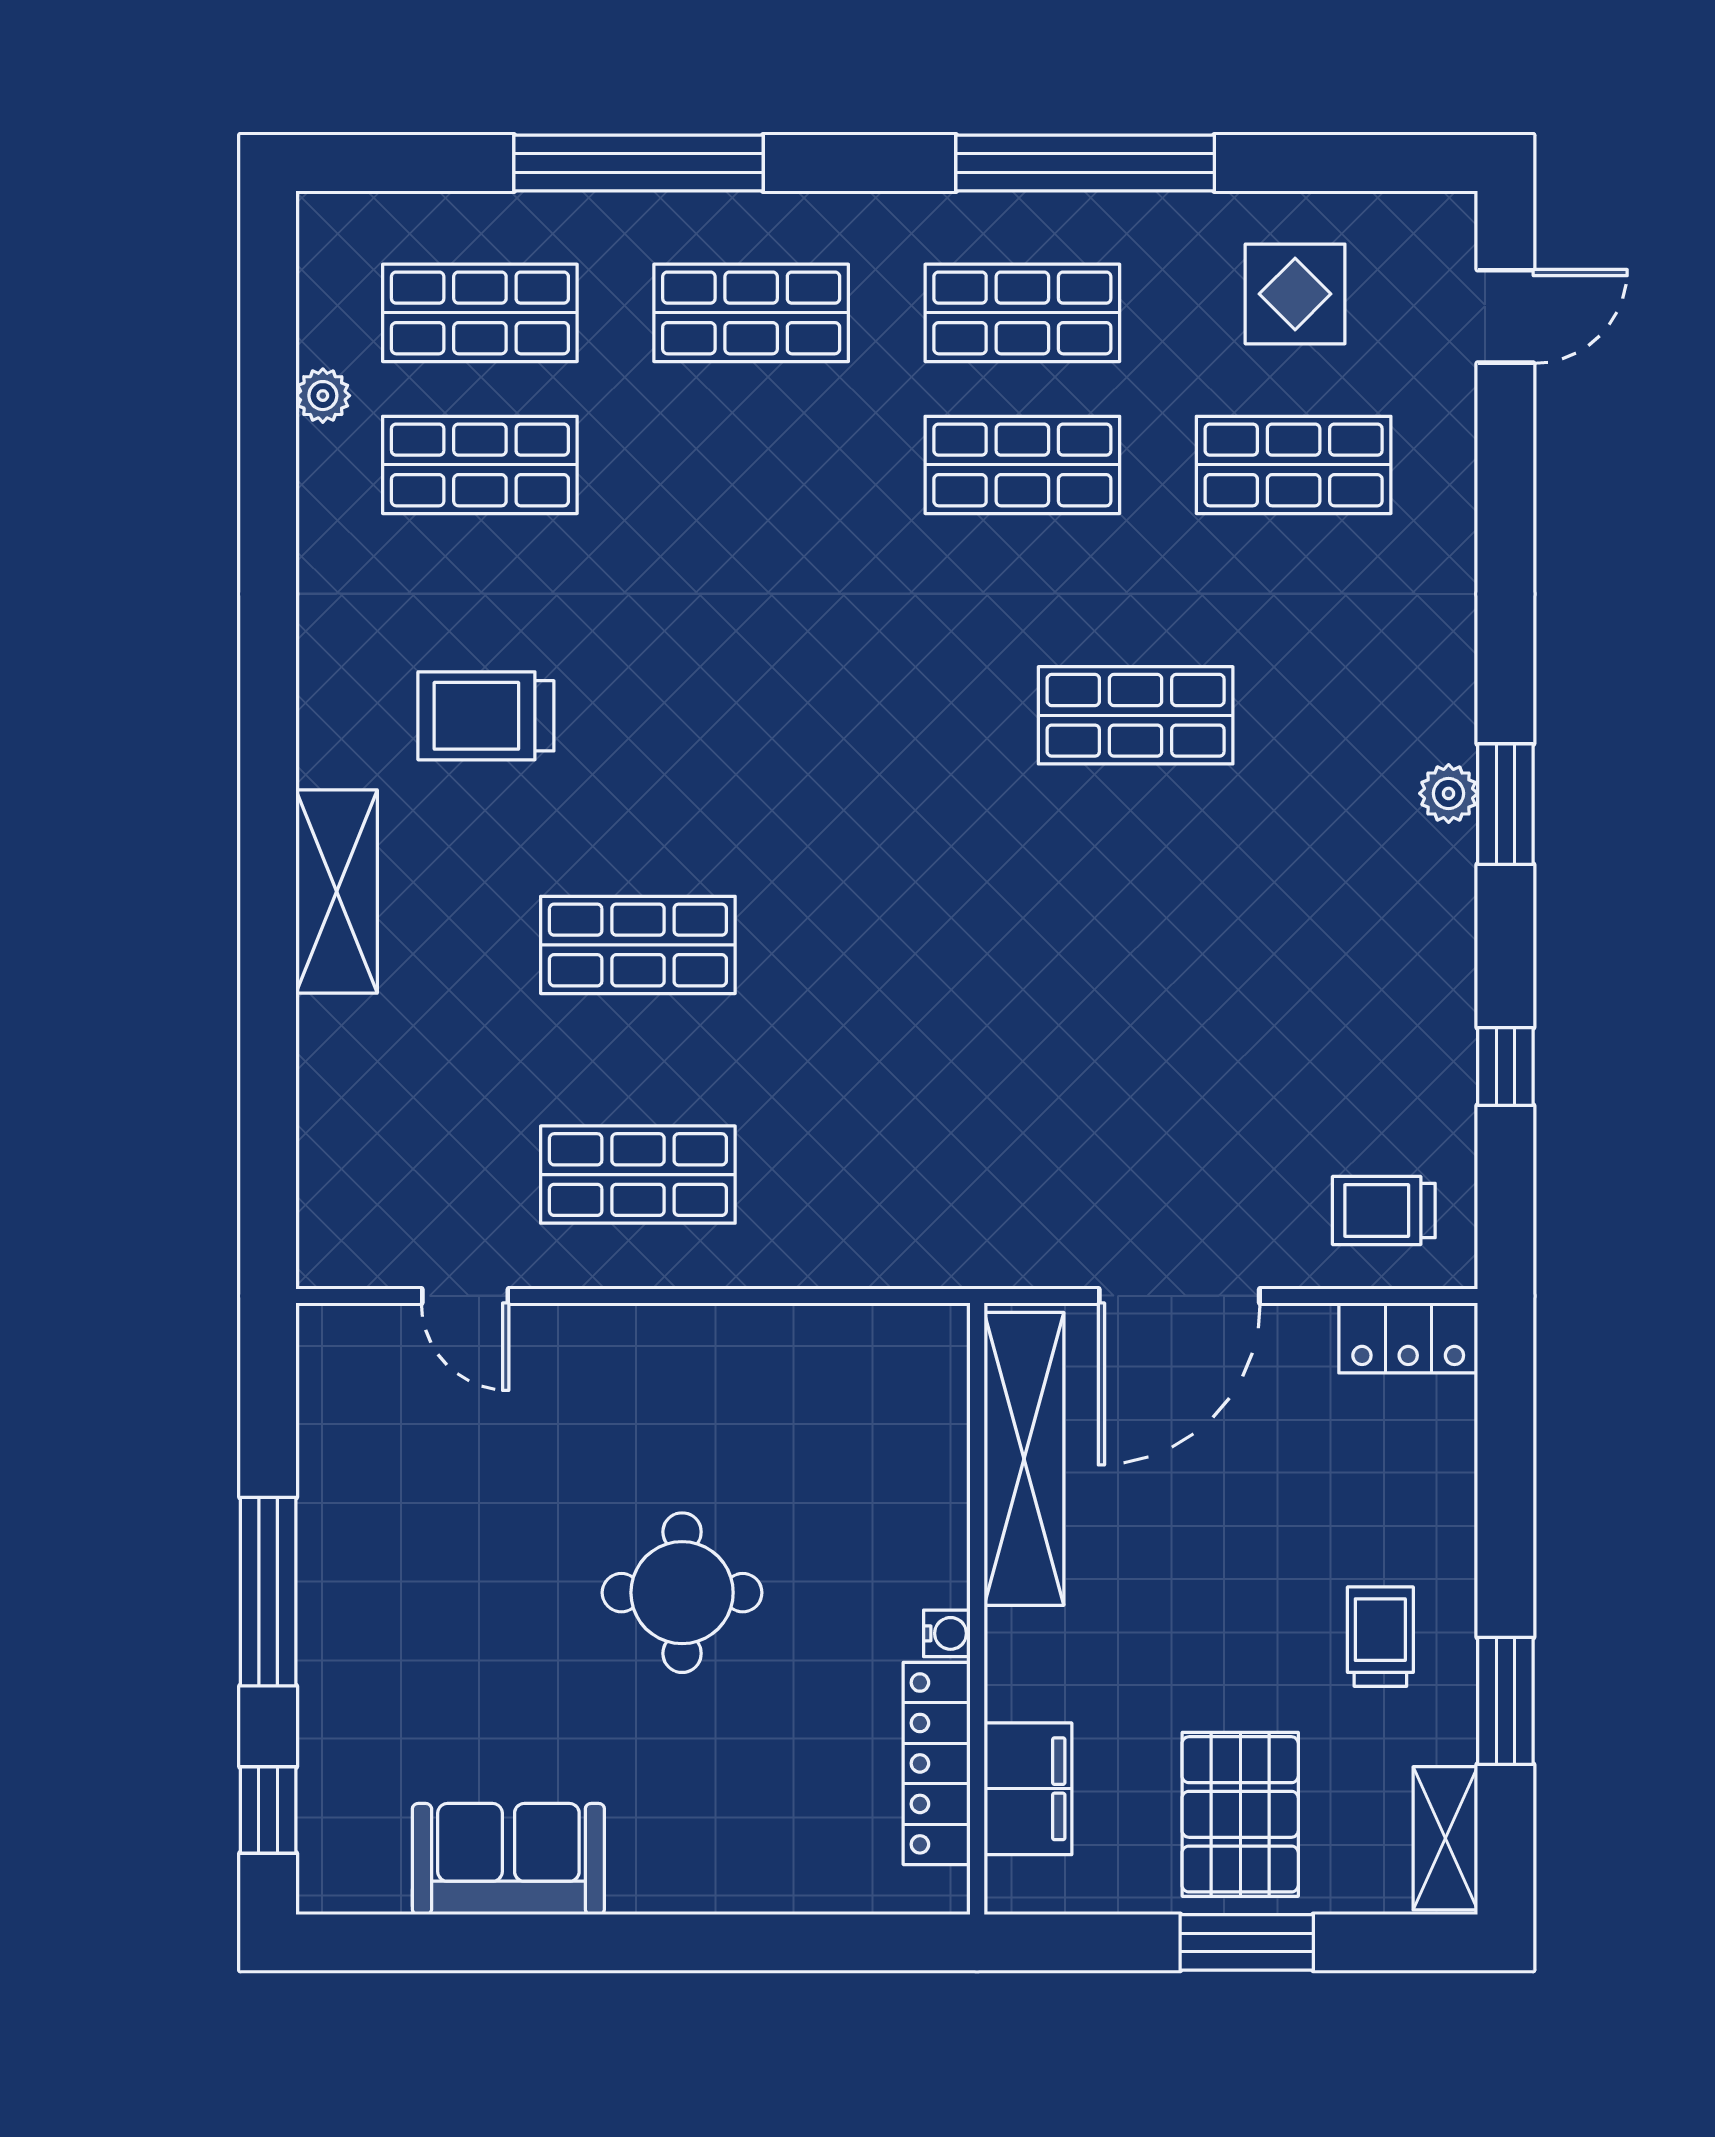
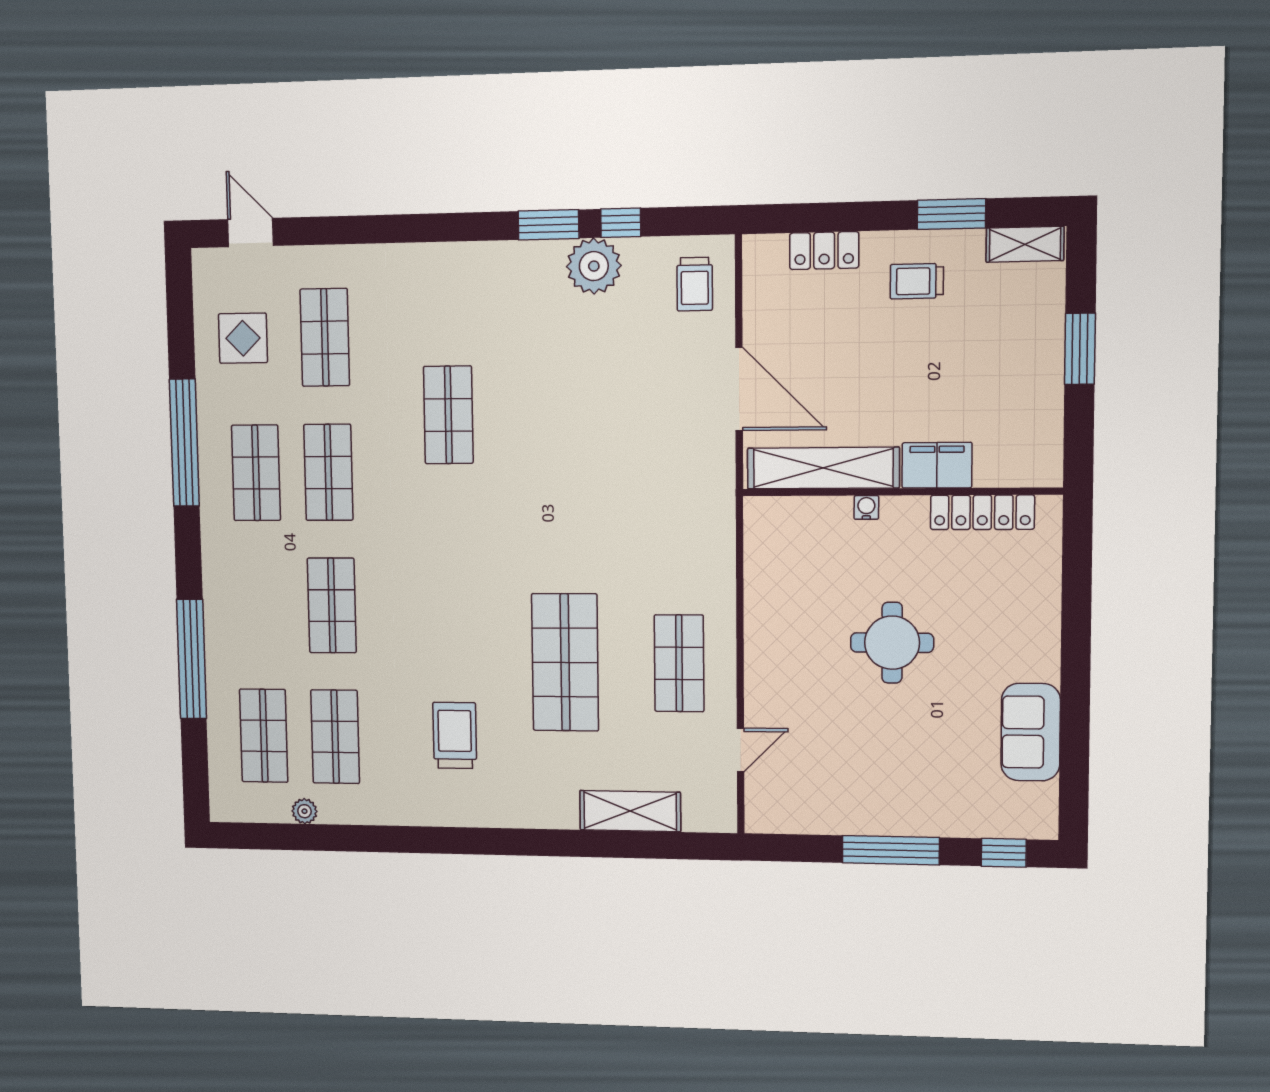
shop shelf: (751, 313) -> (332, 605), moved
trolley: (486, 716) -> (455, 735), turned 180
plant: (1449, 793) -> (594, 266), moved, width x1.87, depth x1.87
window: (1505, 804) -> (548, 225), moved
shelving: (337, 892) -> (630, 811), moved
shop shelf: (638, 945) -> (565, 662), width x1.43, depth x1.36
locker: (1408, 1338) -> (824, 251), moved, turned 90
water cooler: (947, 1633) -> (866, 507), moved
filing cabinet: (1028, 1789) -> (937, 465), moved
pallet: (1240, 1814) -> (1011, 353), removed

